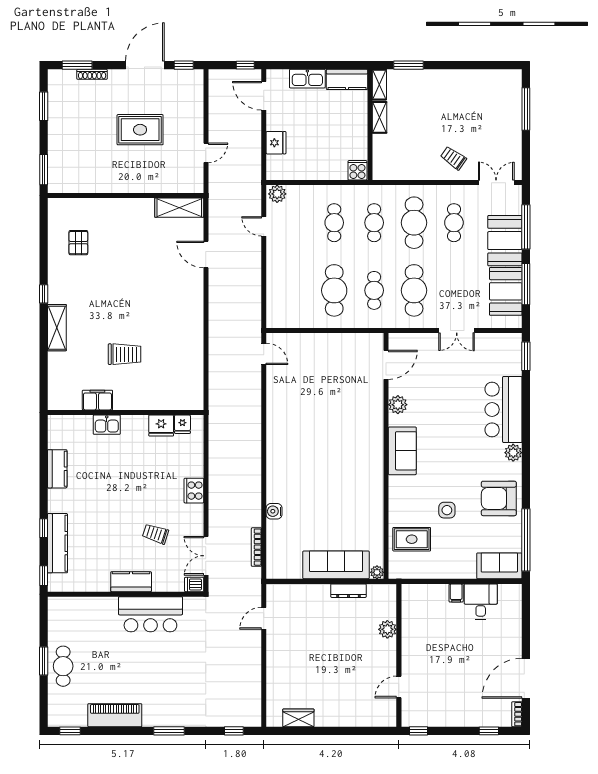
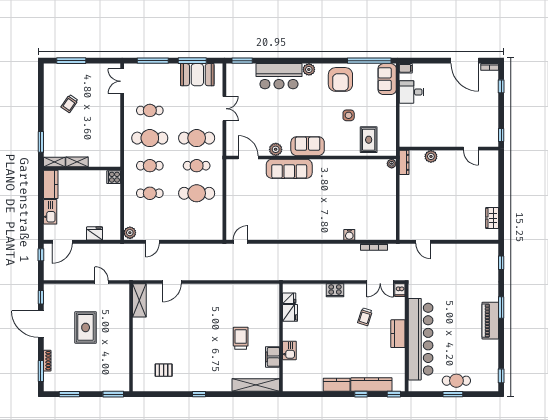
trolley: (453, 158) -> (70, 104), moved
booth: (505, 241) -> (162, 75), removed
shelving: (57, 328) -> (256, 385), moved, width x1.47
kitchen counter: (57, 469) -> (337, 385), moved
sofa: (336, 565) -> (289, 169), moved, turned -90
dresser: (348, 591) -> (404, 162), moved
filing cabinet: (456, 593) -> (406, 68), moved
bar counter: (150, 614) -> (421, 339), width x1.86
piano: (115, 715) -> (490, 321), moved

